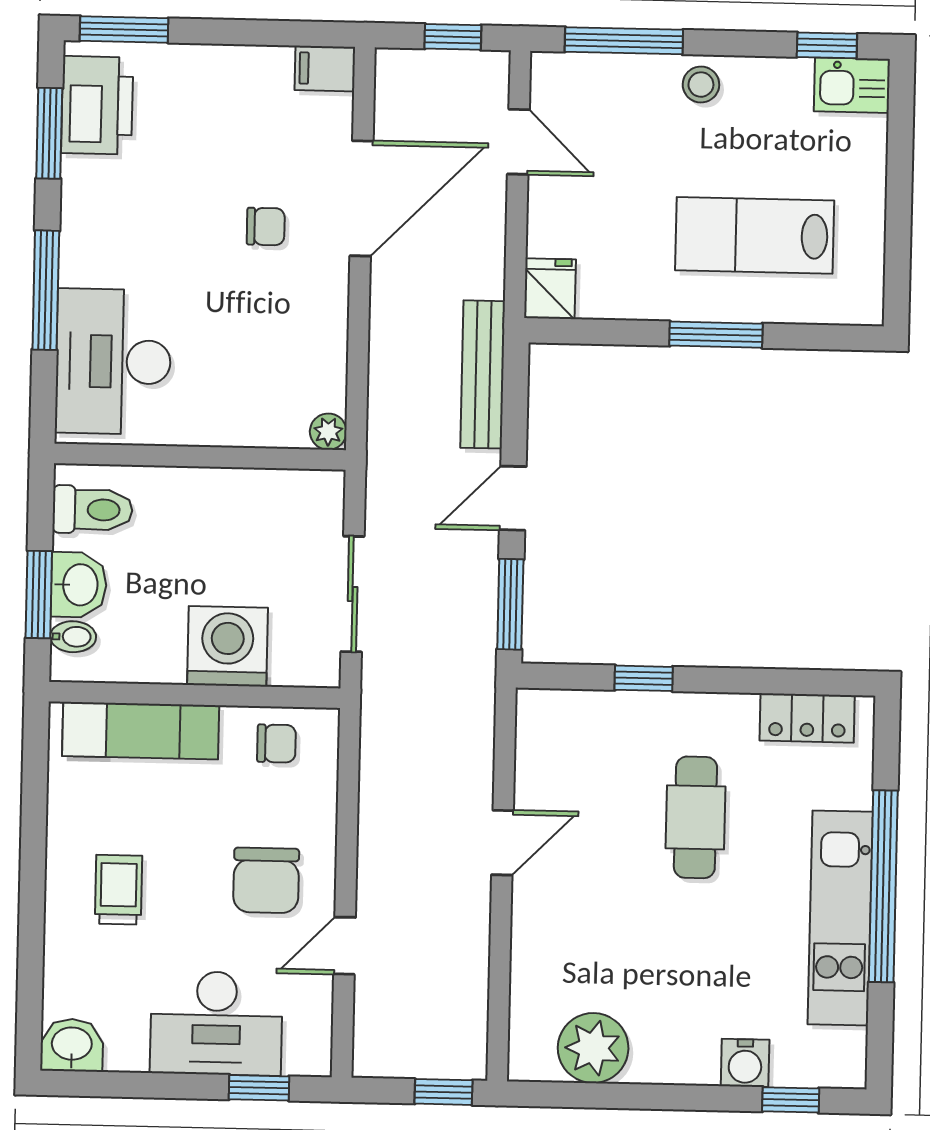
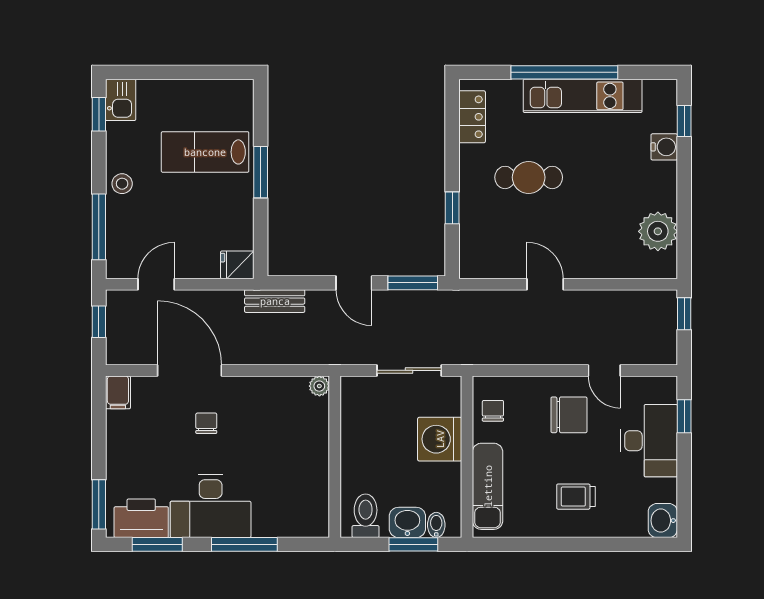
lab bench: (755, 235) -> (205, 152), turned 90
desk: (113, 362) -> (211, 506), moved
bench: (483, 374) -> (275, 301), width x0.73

